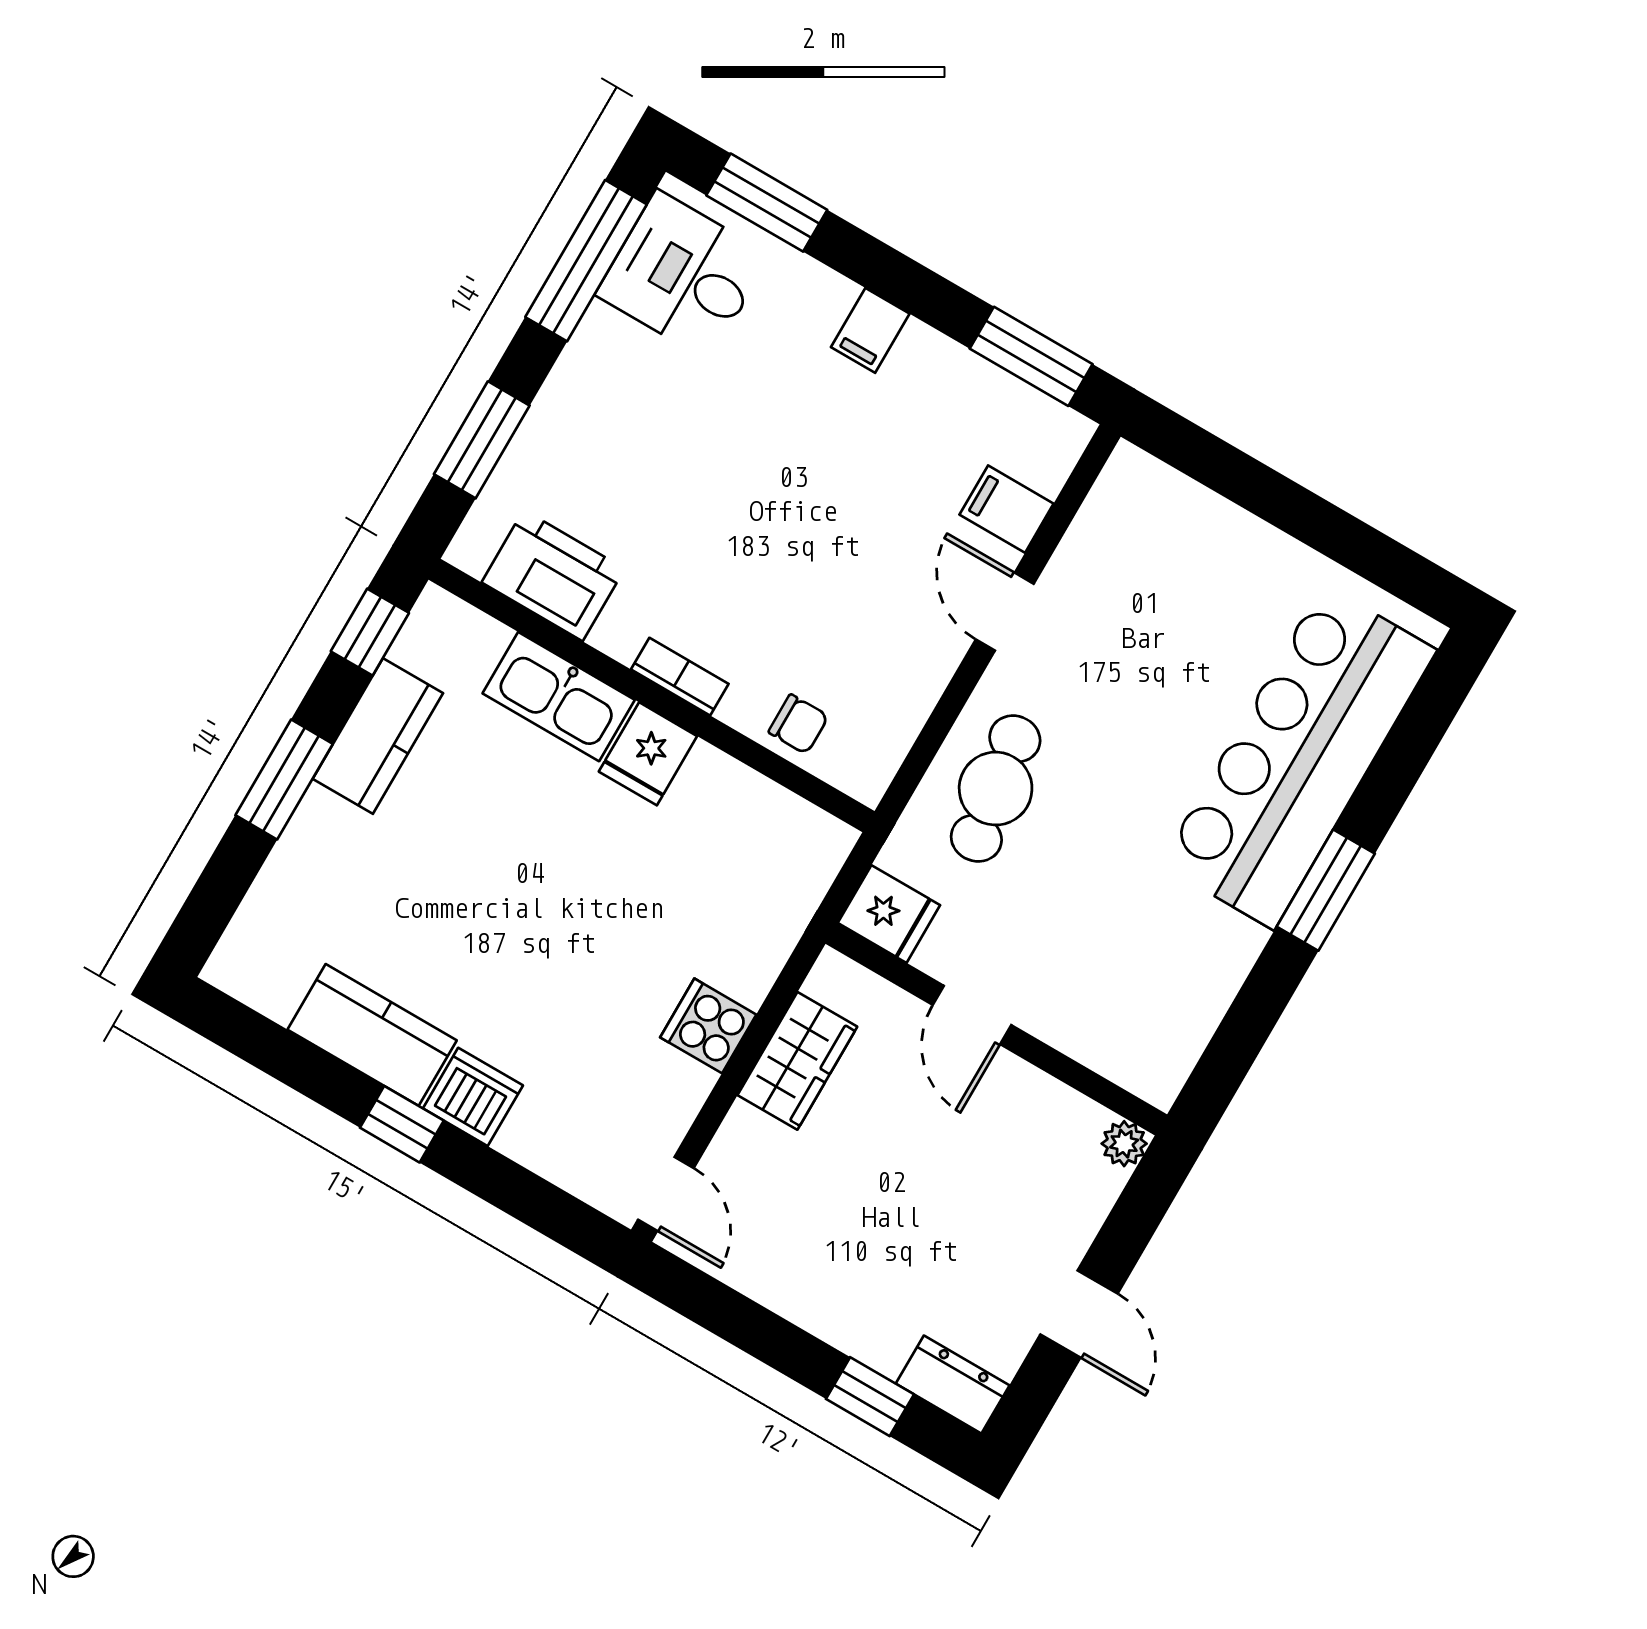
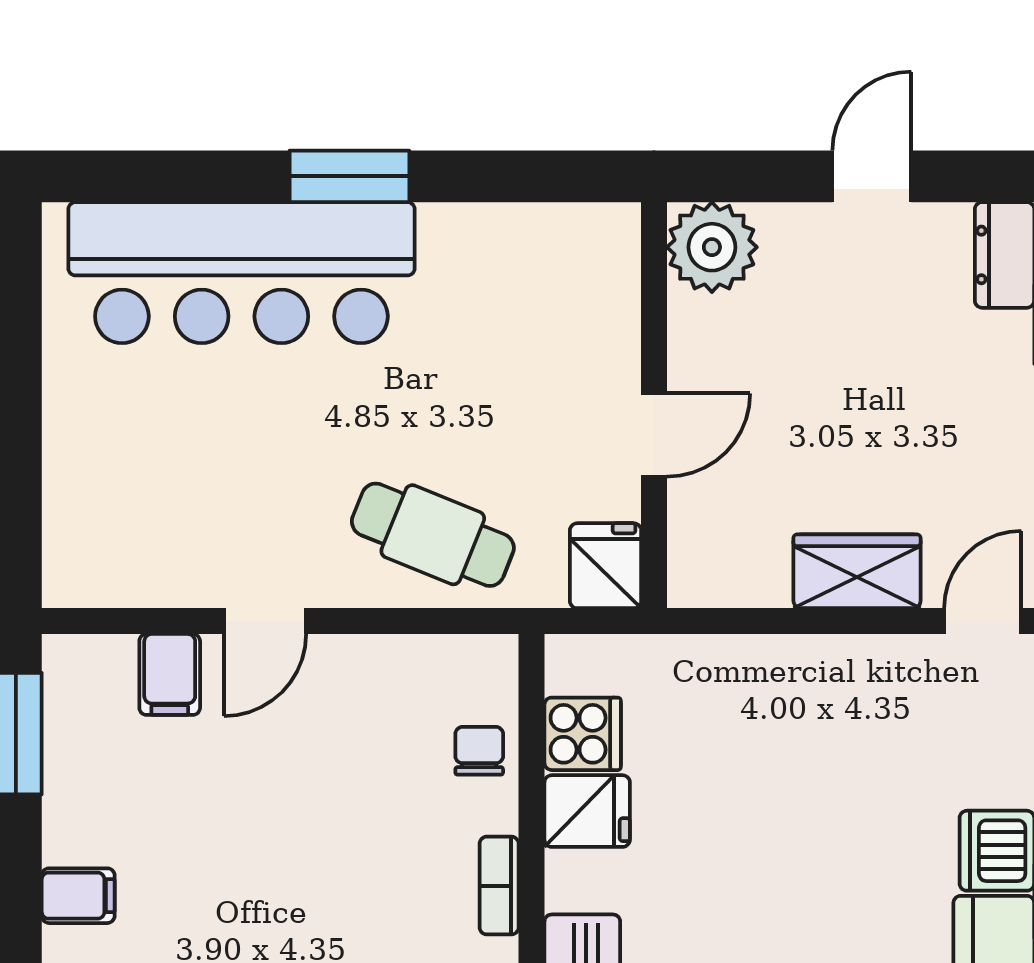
fridge: (648, 754) -> (587, 811), moved
cafe table: (996, 789) -> (433, 535), turned 31
cooker: (708, 1026) -> (583, 734), moved, turned -90
wardrobe: (797, 1061) -> (857, 571), moved
plant: (1124, 1144) -> (712, 247), width x1.87, depth x1.87

